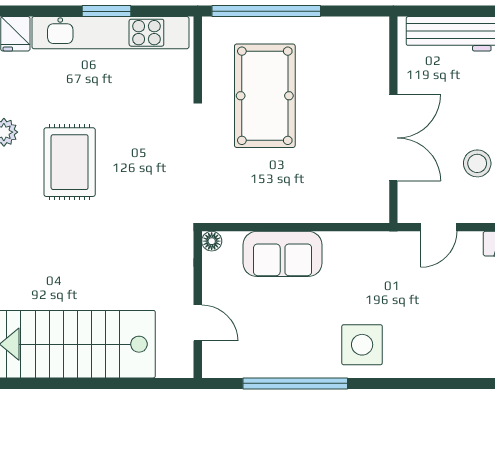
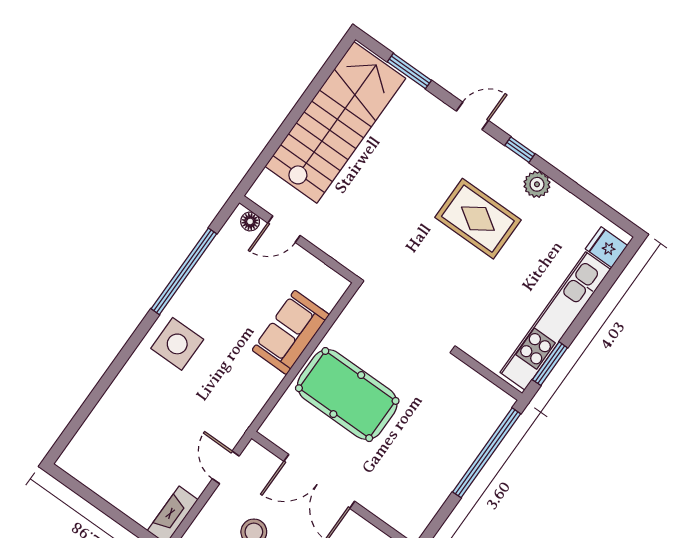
window: (106, 11) -> (550, 364), moved
pool table: (265, 96) -> (347, 395), moved
floor lamp: (212, 241) -> (250, 221), moved

